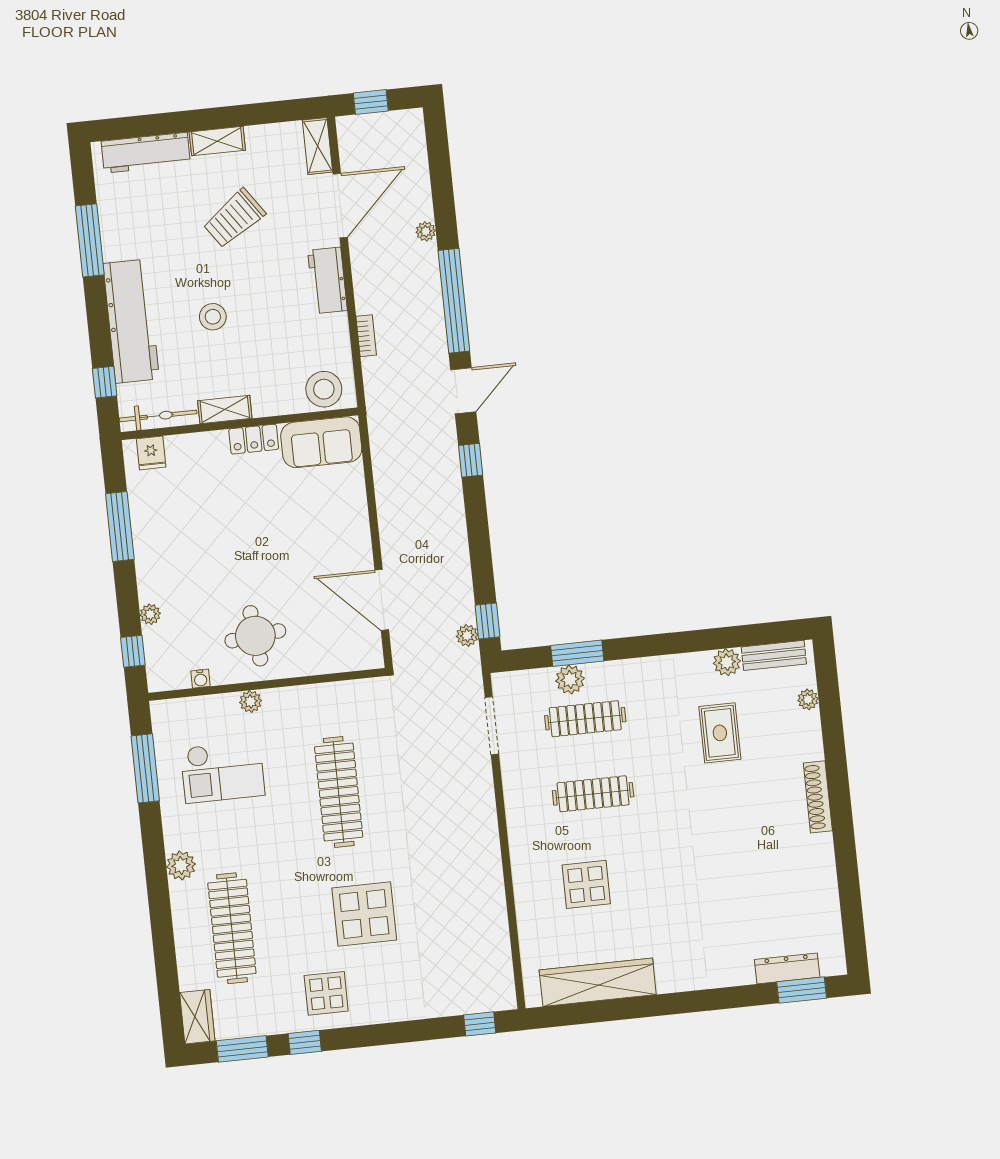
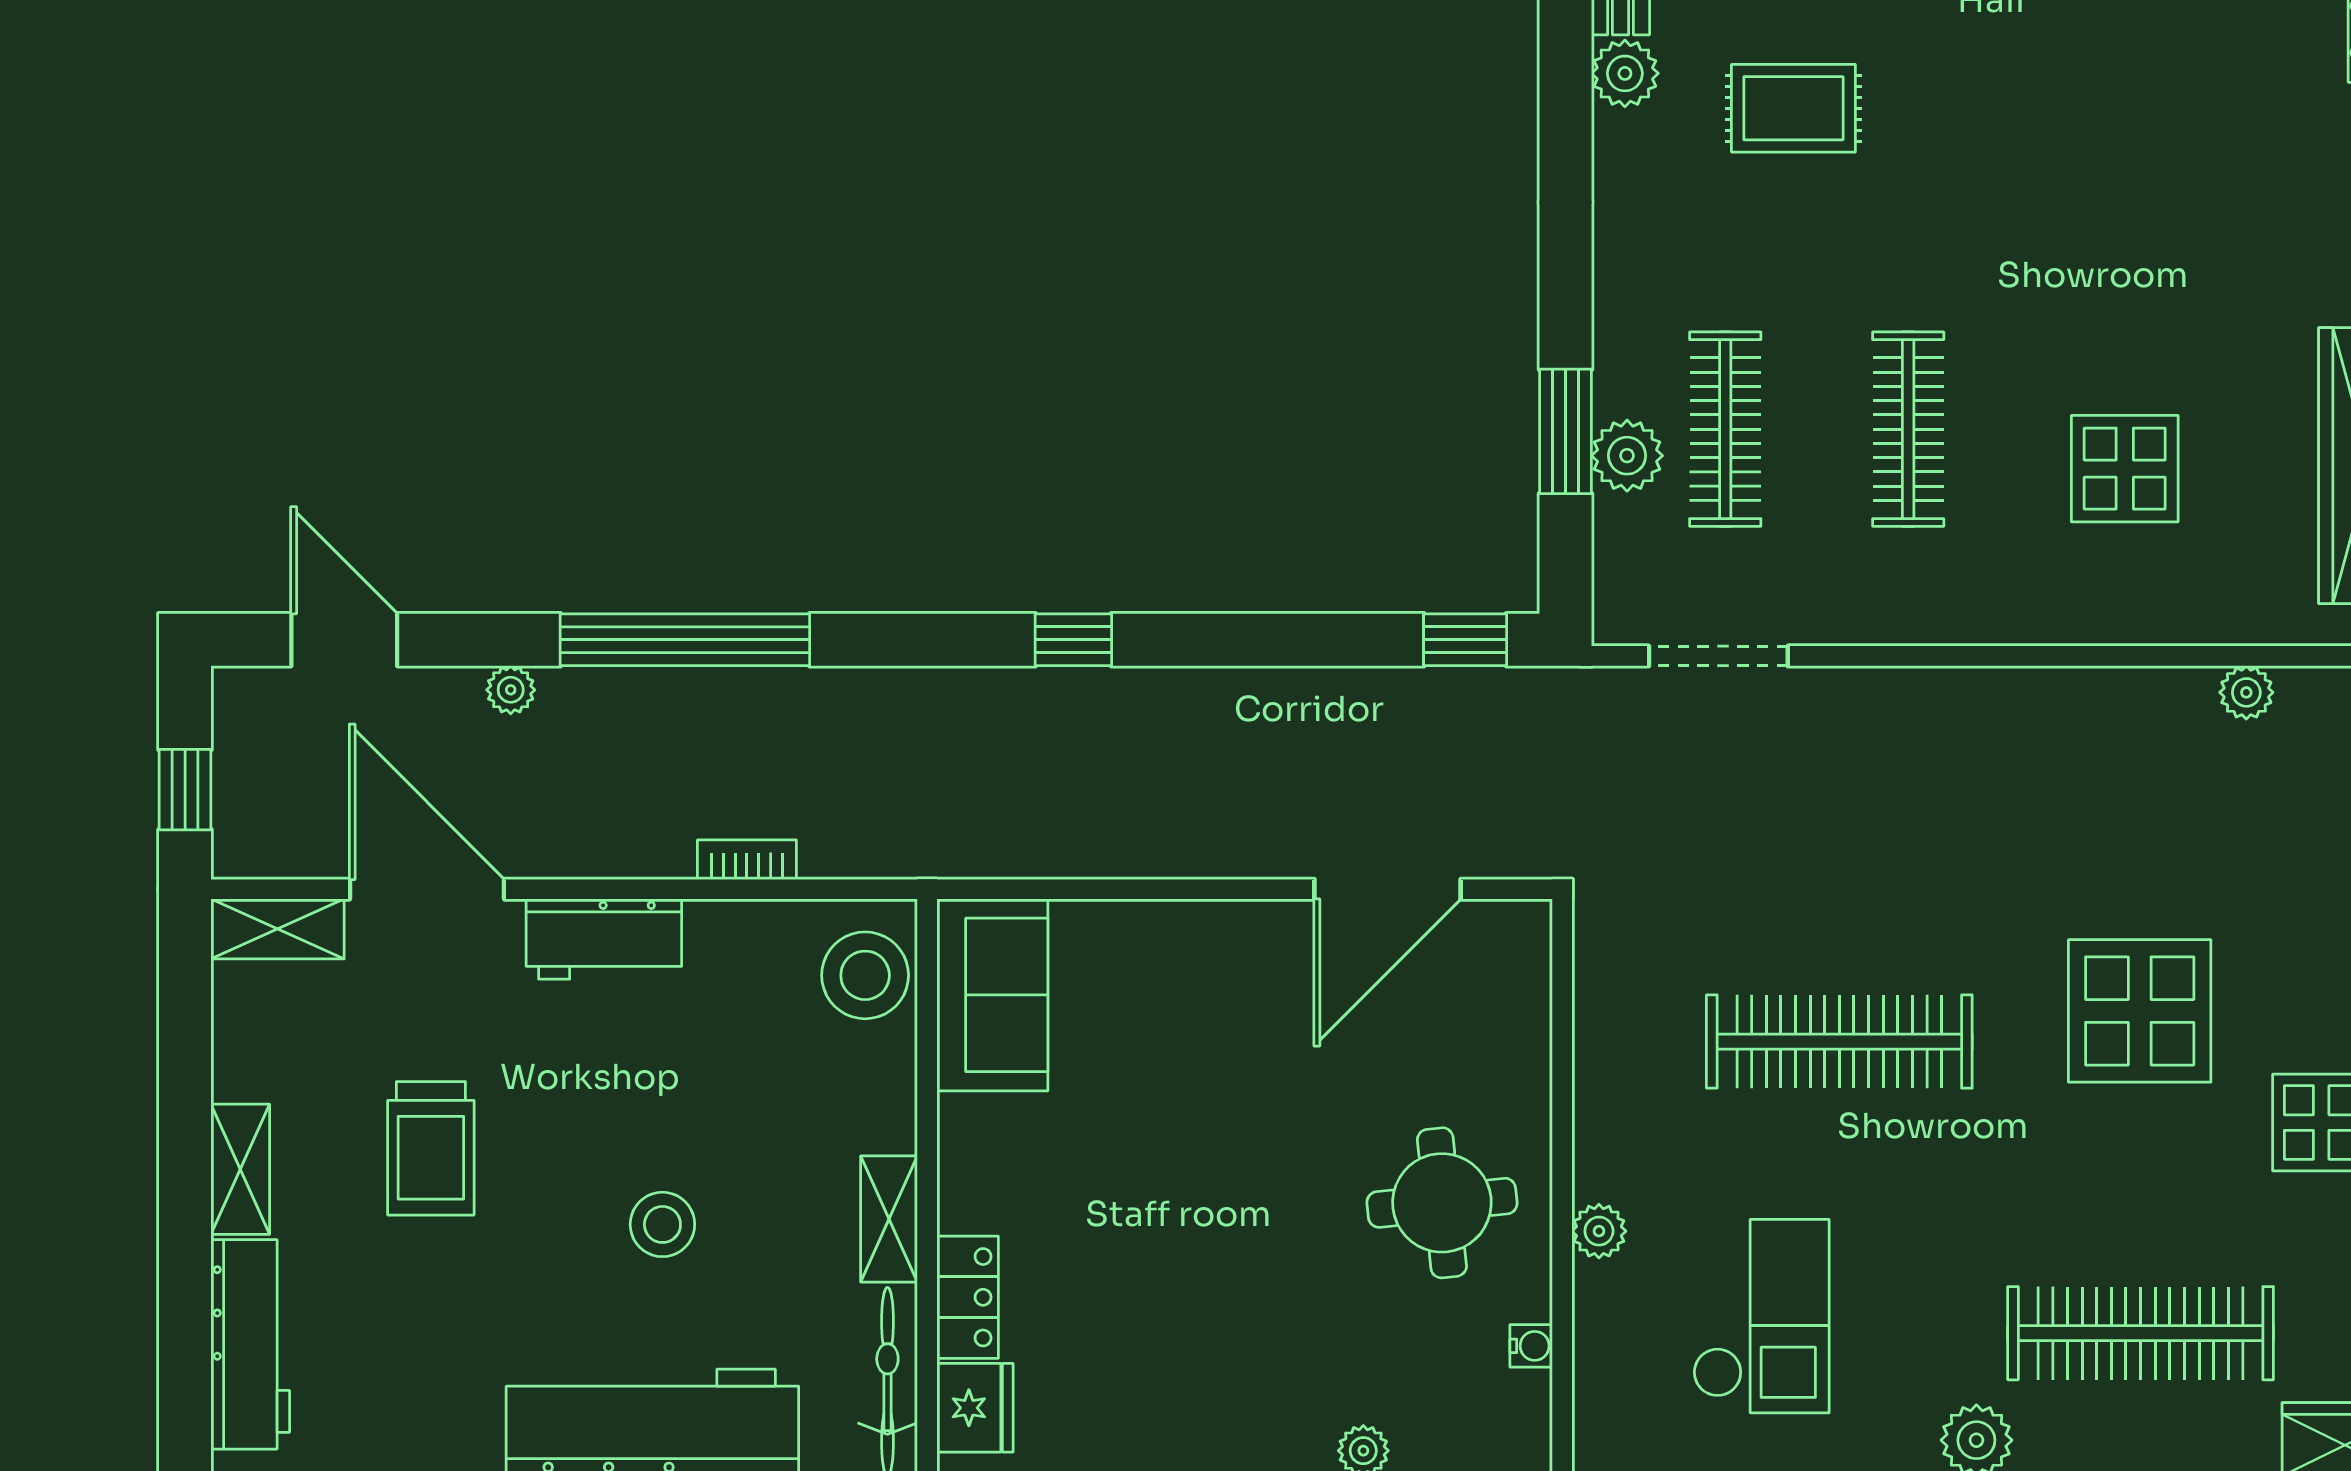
trolley: (234, 218) -> (431, 1148), turned 35
door: (463, 391) -> (344, 640), moved
locker: (254, 439) -> (968, 1297), moved
fridge: (151, 453) -> (975, 1408), width x1.38
plant: (467, 635) -> (2246, 692), moved

